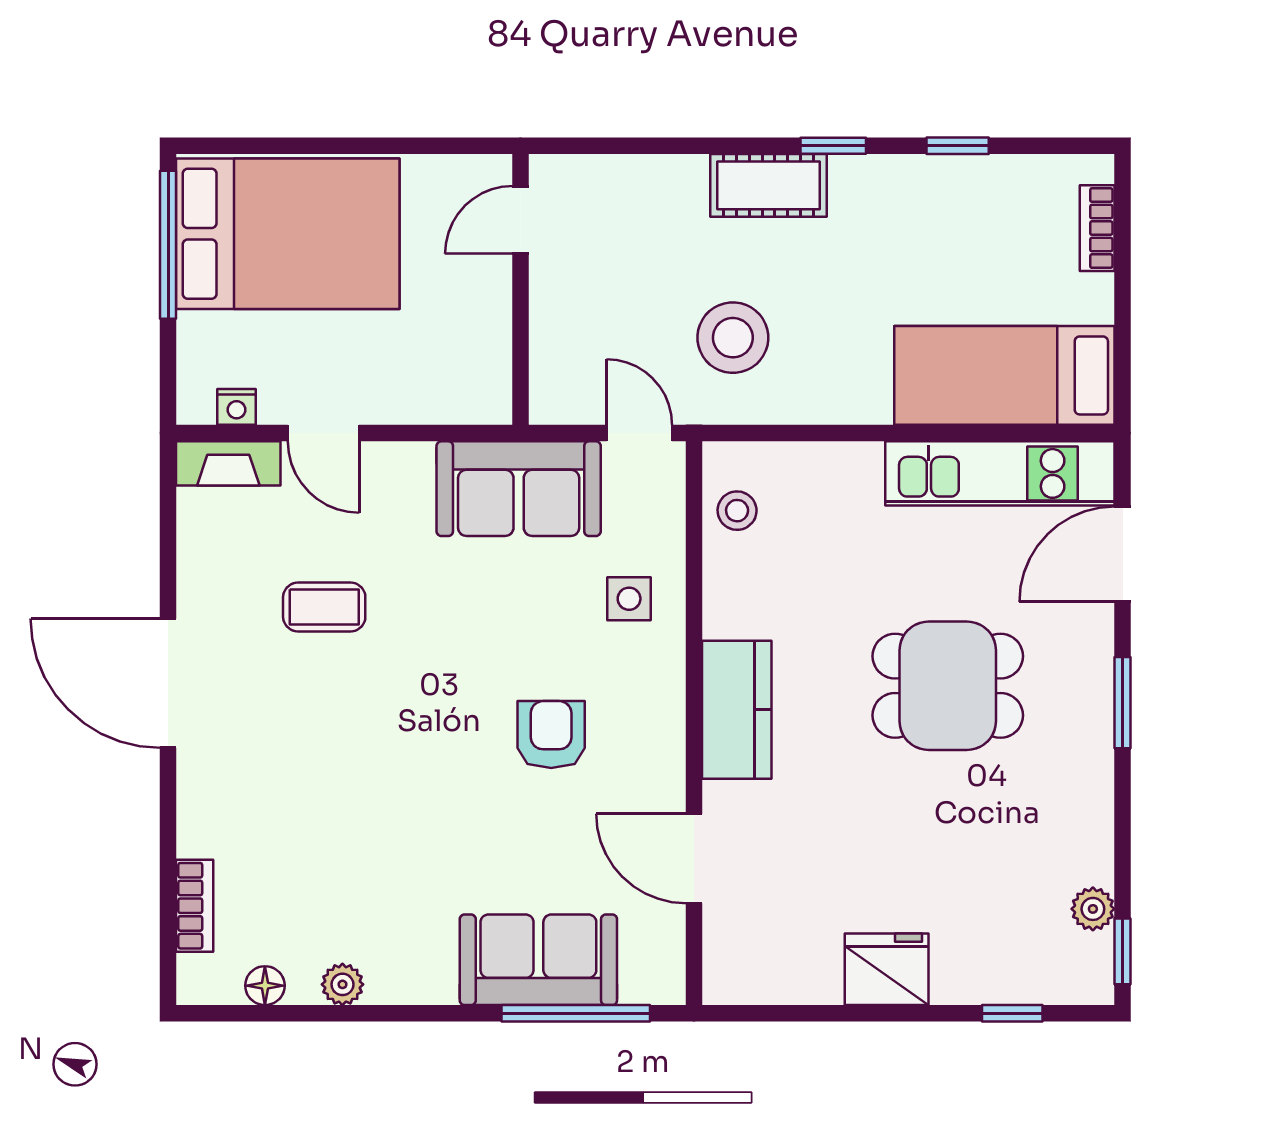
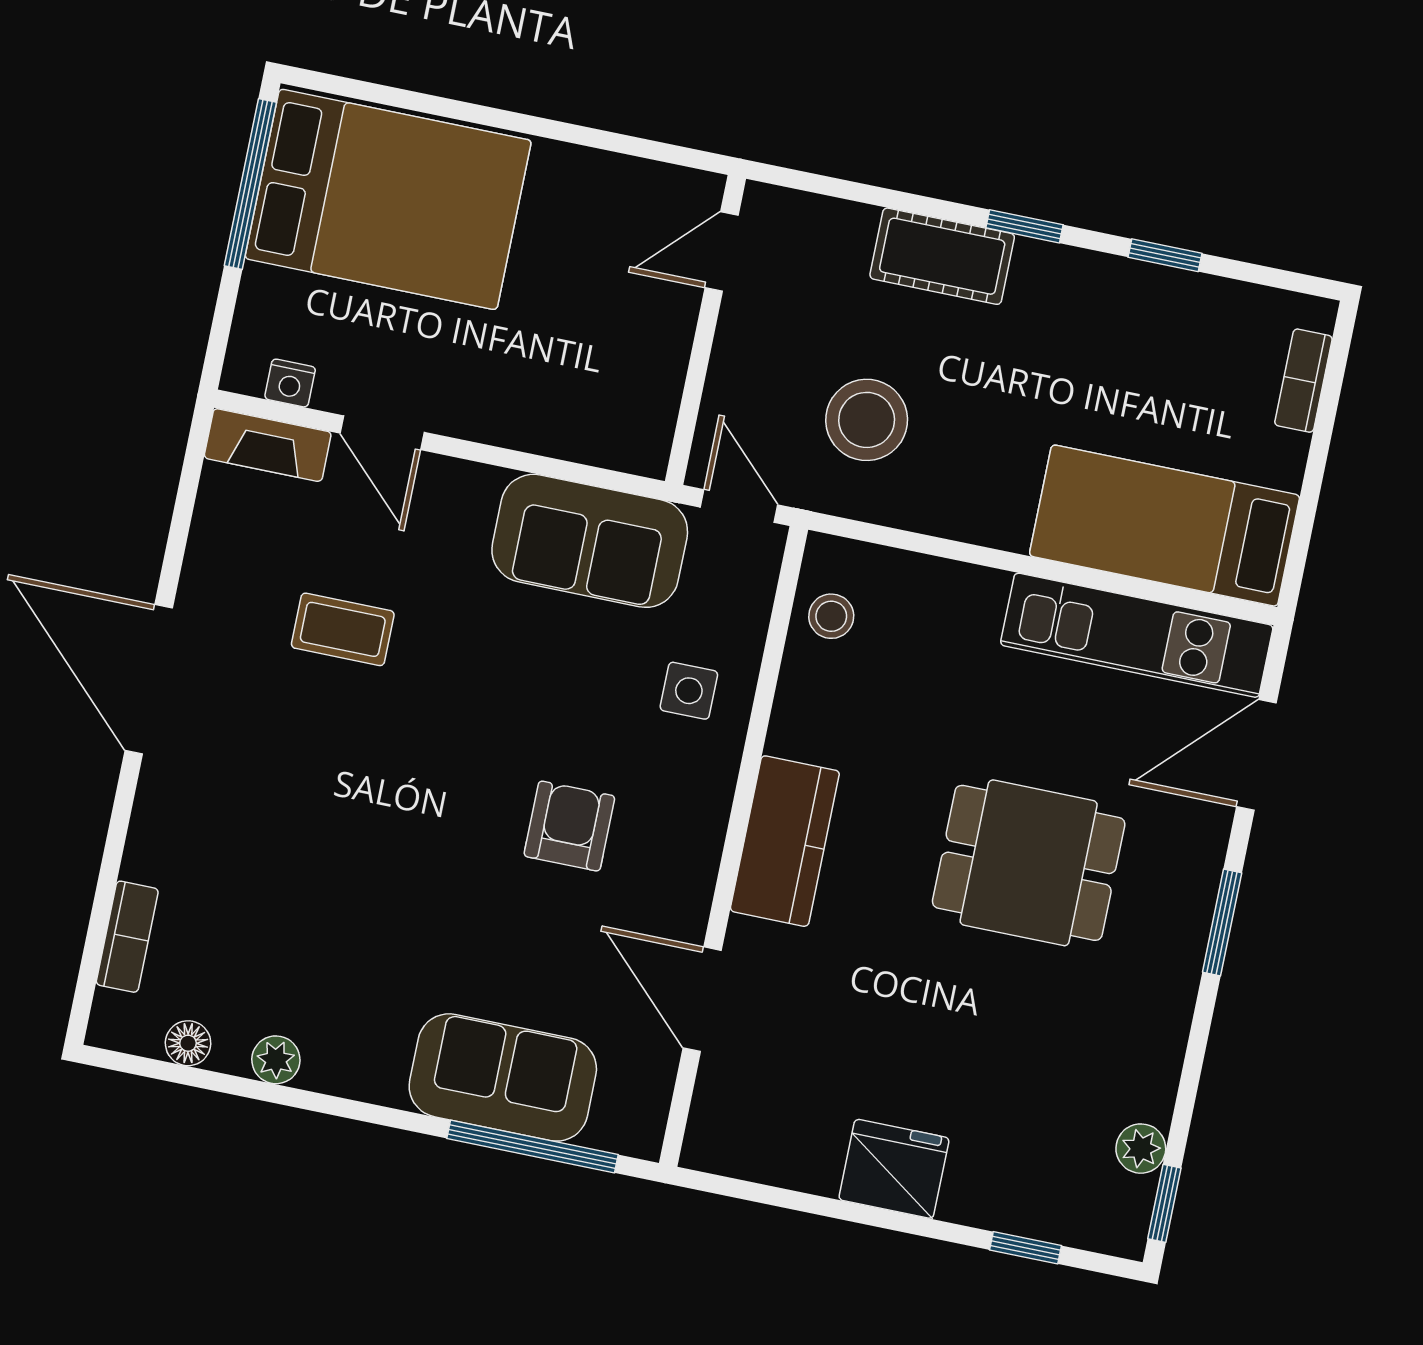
door: (521, 220) -> (722, 251), moved
wall: (521, 289) -> (705, 330), moved

